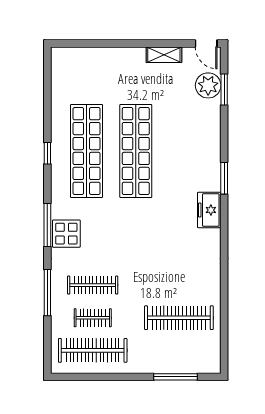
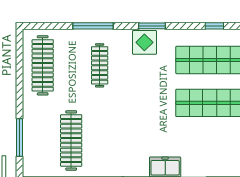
window: (47, 225) -> (152, 26), width x0.69
clothes rail: (93, 318) -> (71, 65), removed

